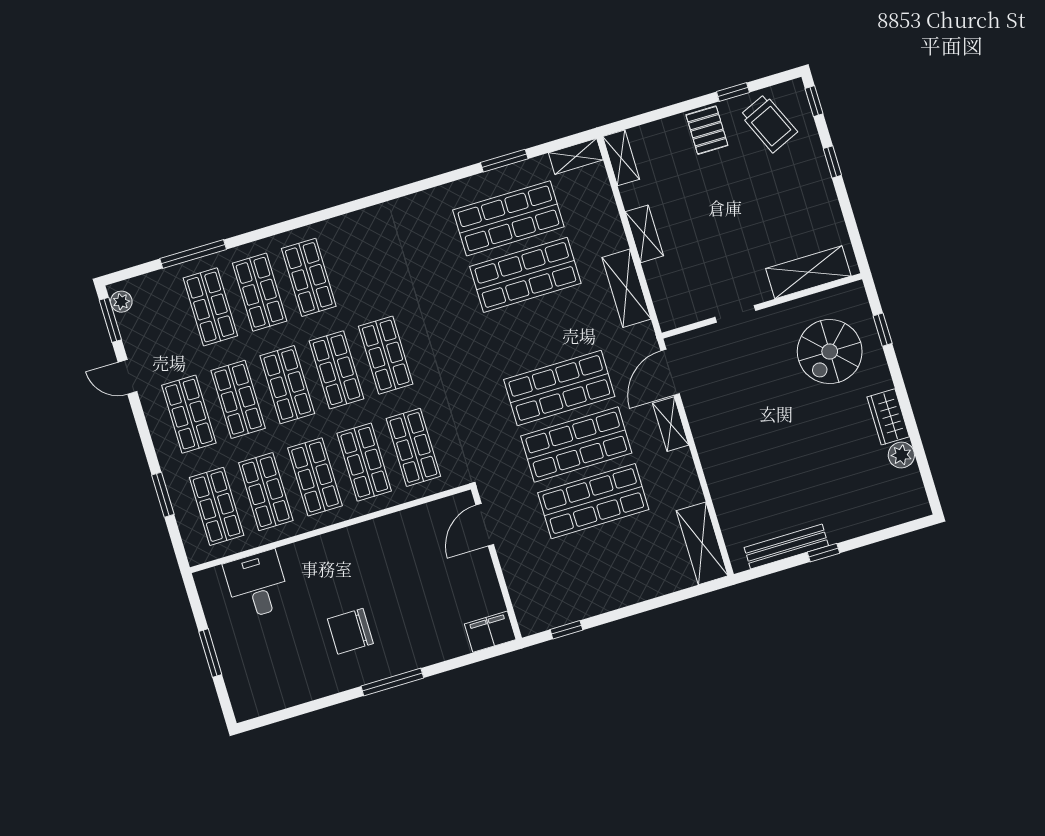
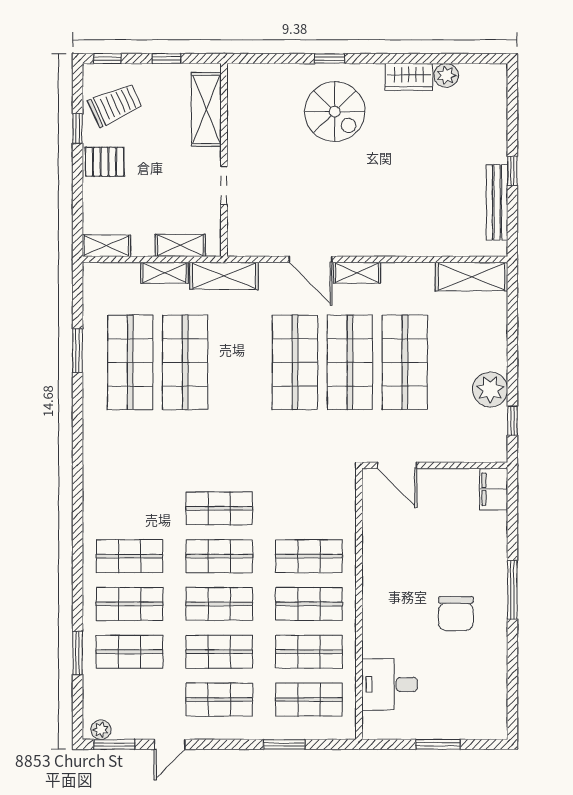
shelving: (576, 156) -> (164, 273), moved, turned 90
window: (193, 254) -> (78, 653), width x0.69
shelving: (808, 272) -> (206, 109), moved
wall: (762, 306) -> (224, 160), moved
doorway: (735, 314) -> (224, 186), moved
shop shelf: (413, 447) -> (309, 508), removed
plant: (592, 597) -> (490, 390), added

